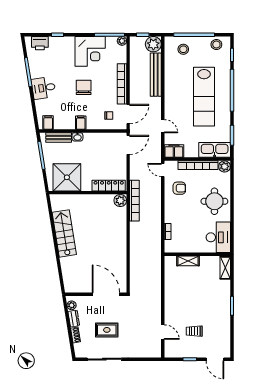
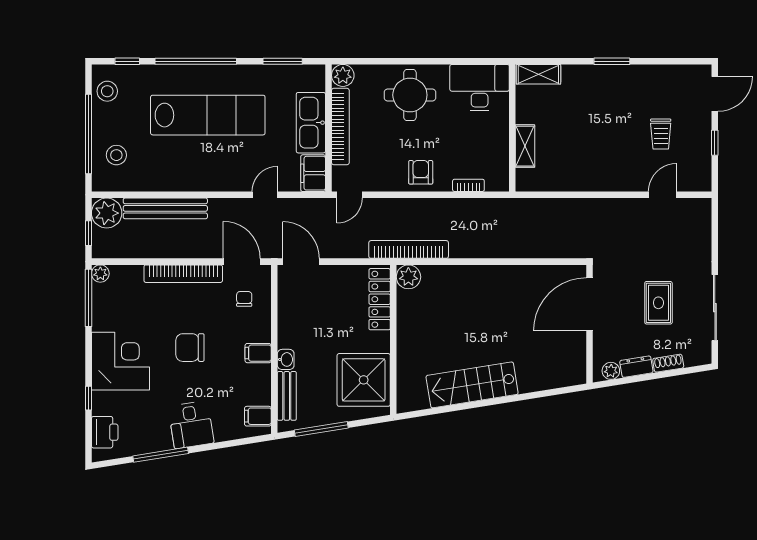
corner desk: (90, 51) -> (121, 361), moved
kitchen sink: (215, 150) -> (311, 123), moved
armchair: (179, 188) -> (421, 172), moved

